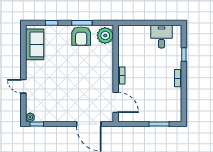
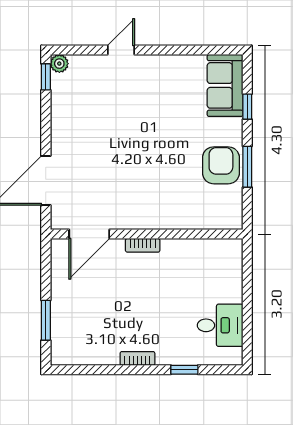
plant: (105, 35) -> (222, 213), removed
armchair: (81, 36) -> (221, 165), turned 90
sofa: (35, 44) -> (225, 85), moved, turned 90

